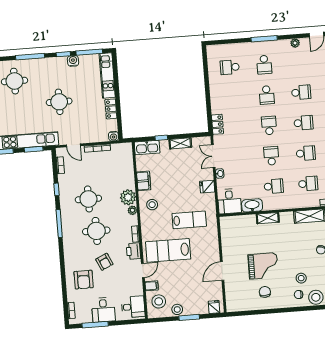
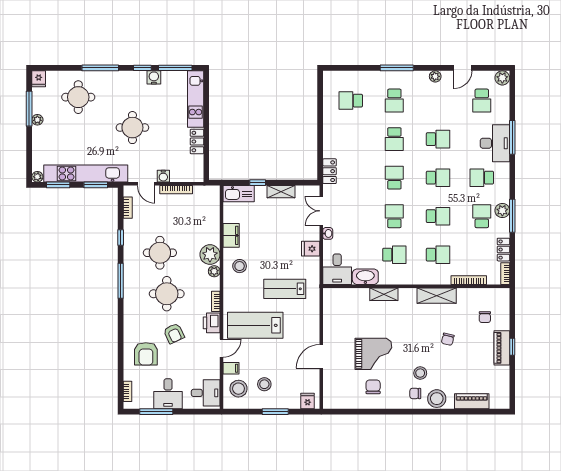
water cooler: (113, 136) -> (163, 176), moved
lab bench: (189, 220) -> (285, 289), turned 180
stool: (177, 309) -> (264, 384), moved

